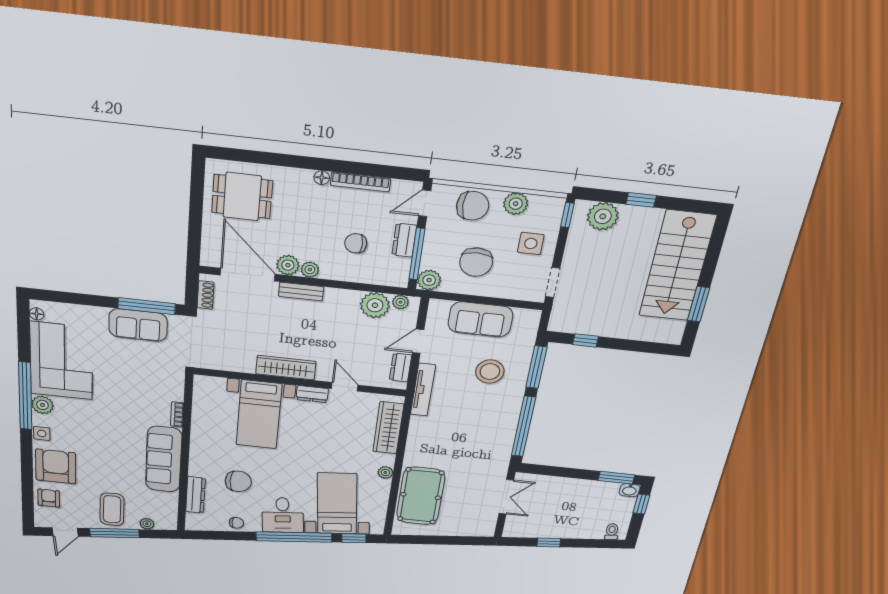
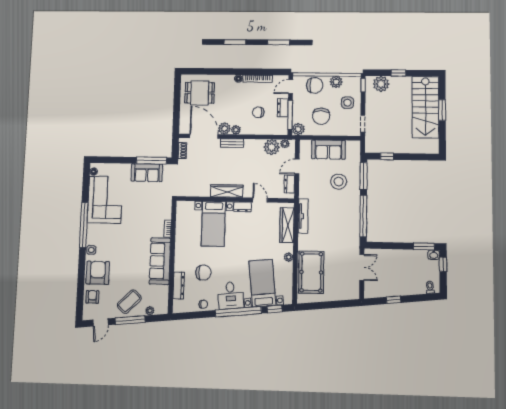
window: (698, 304) -> (442, 110), moved
tv unit: (423, 390) -> (303, 216), moved
plant: (42, 405) -> (93, 230), removed
coffee table: (112, 509) -> (129, 302), turned 45

